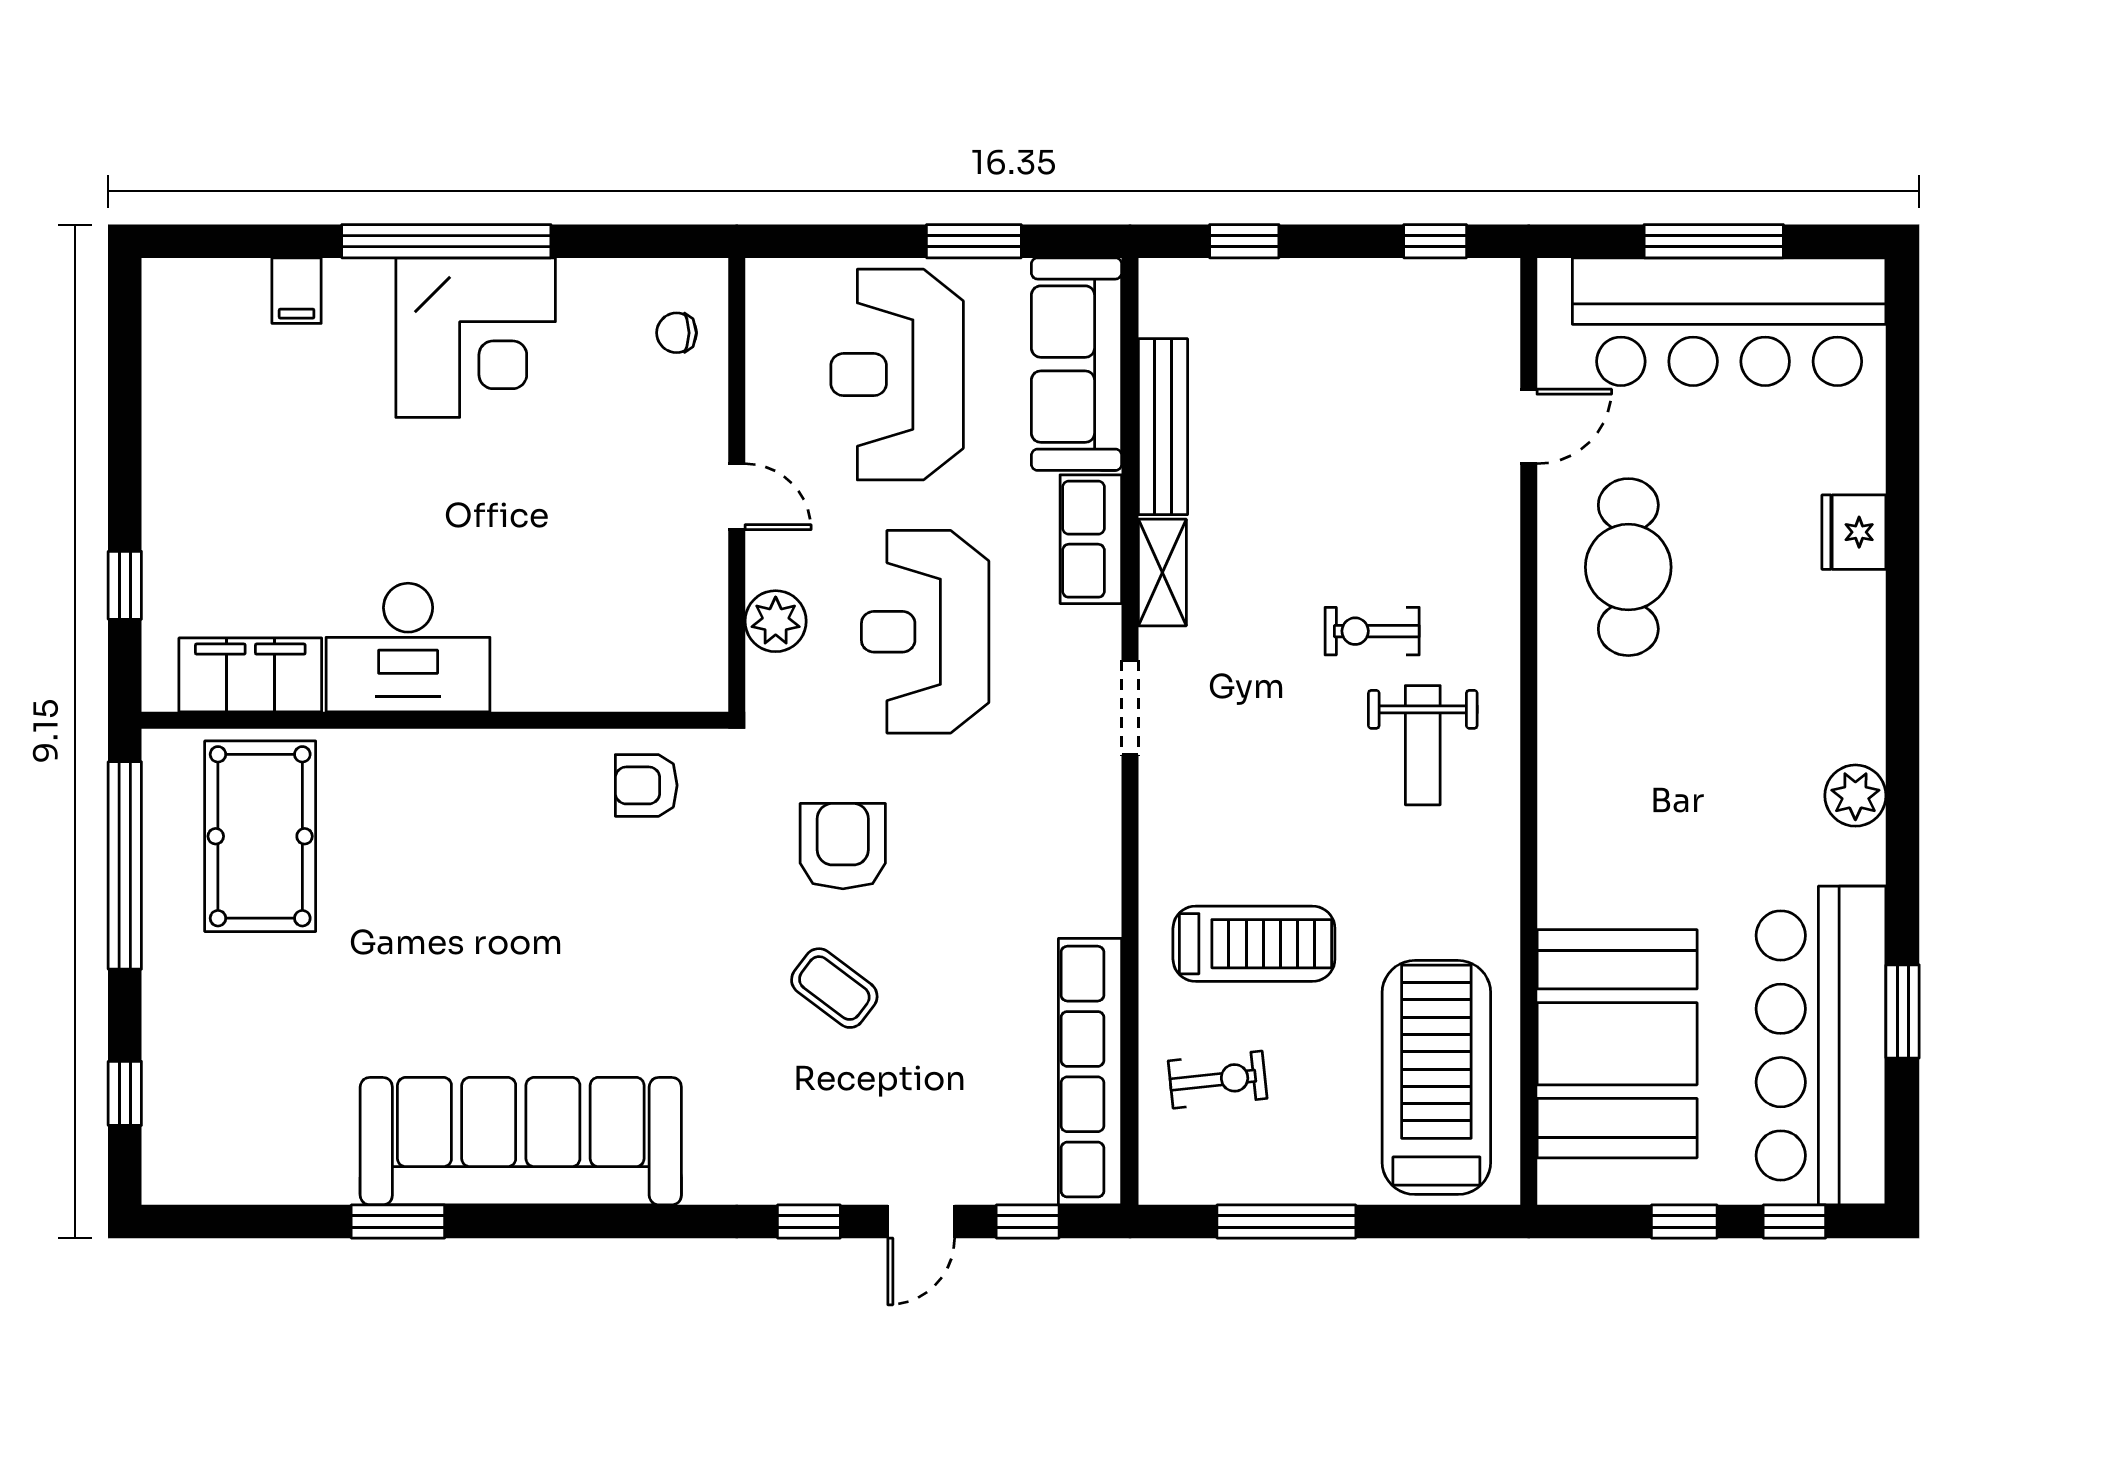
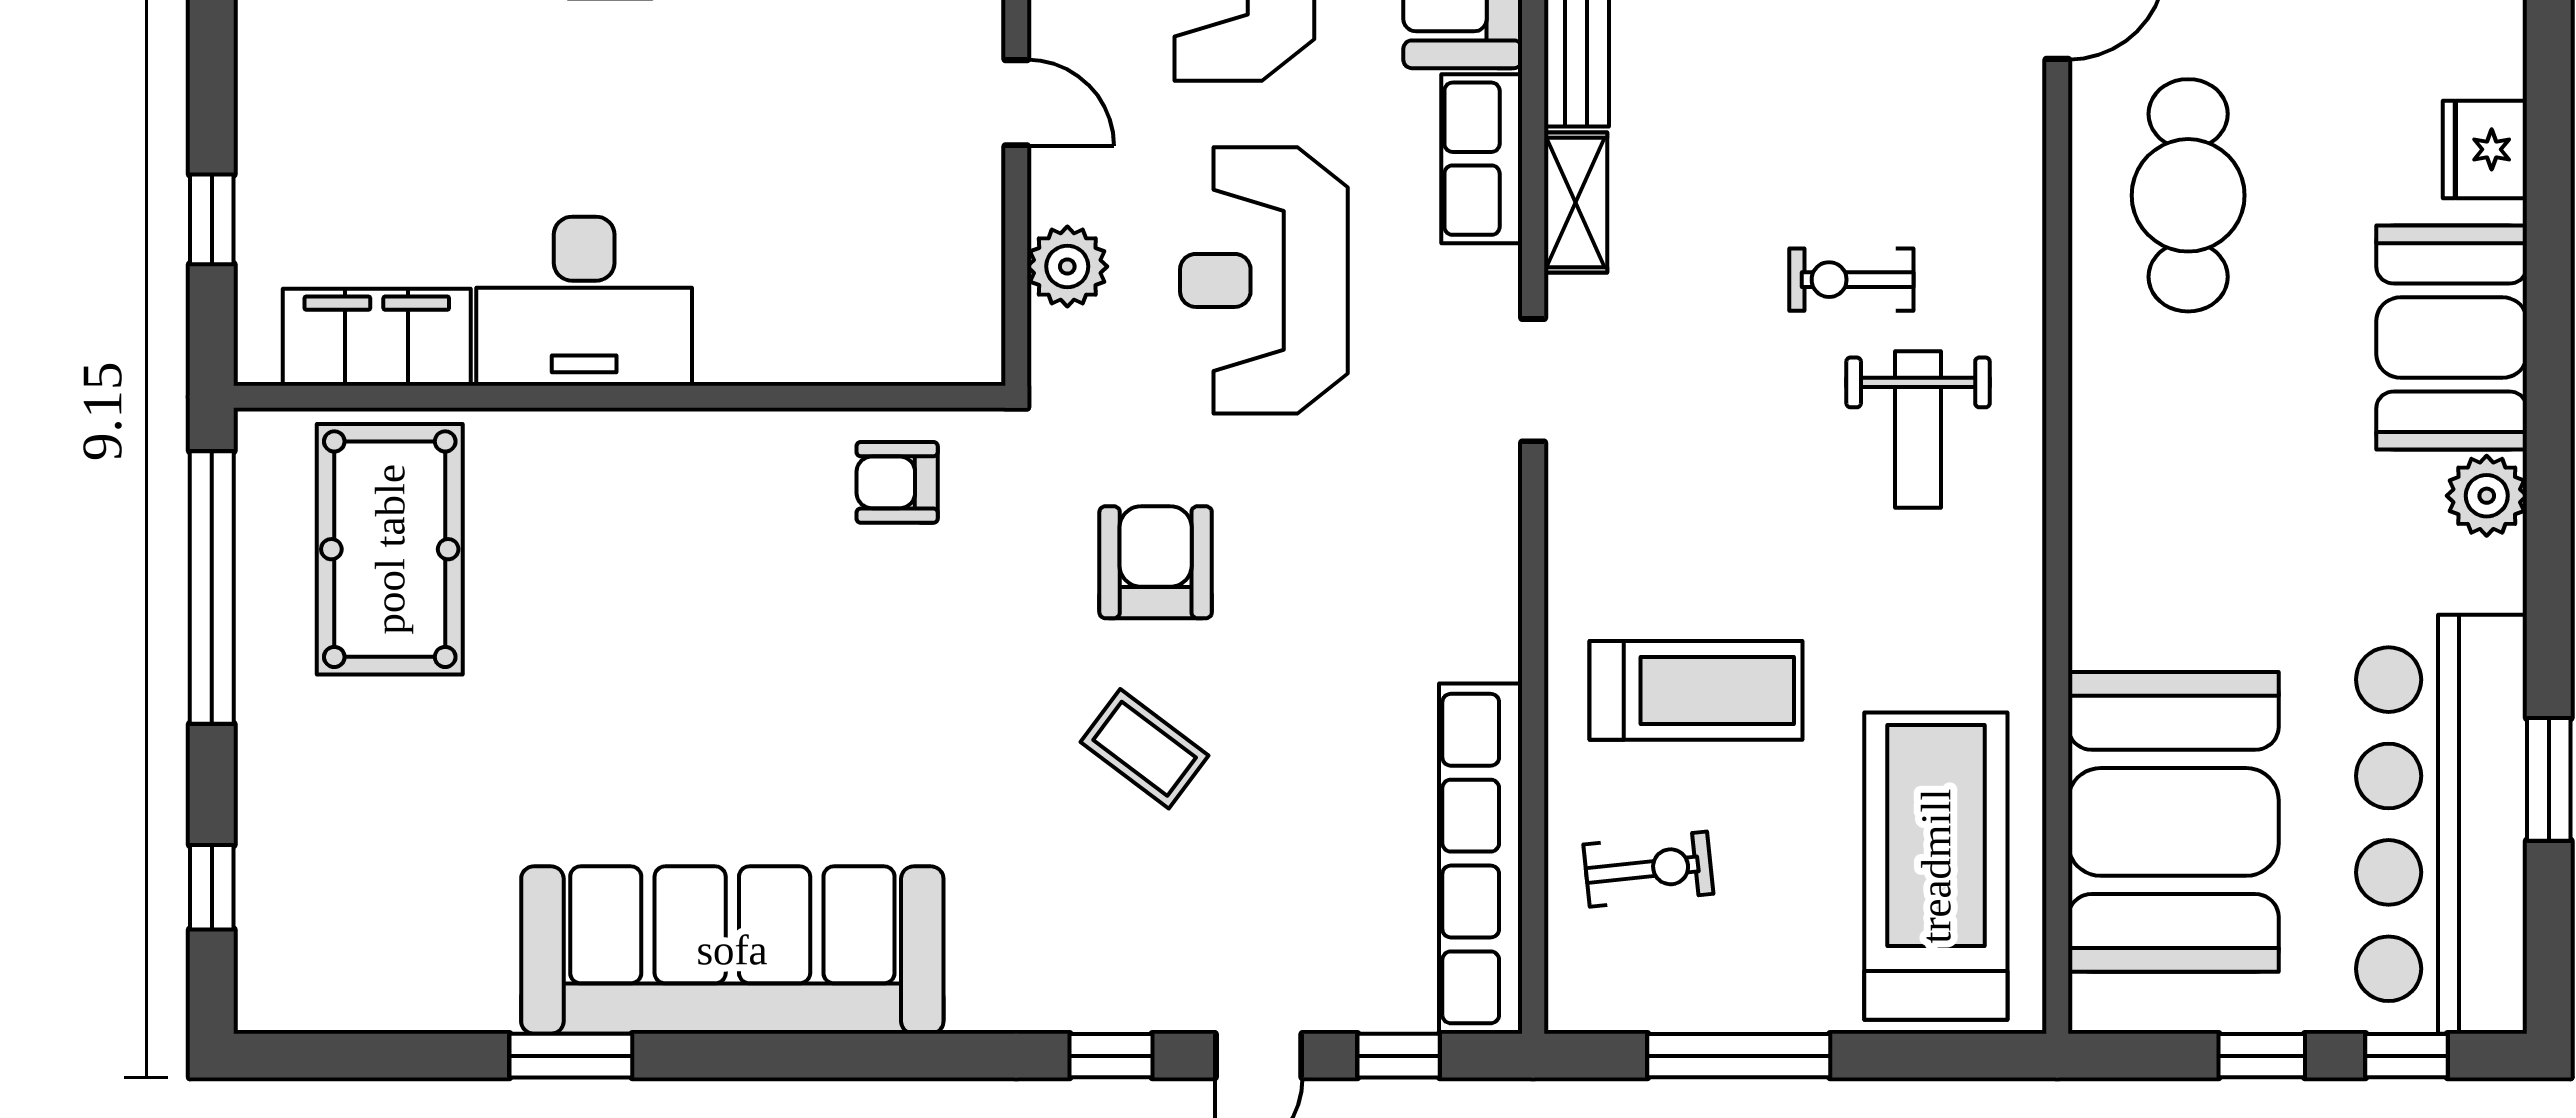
booth: (1829, 675) -> (2452, 338), added

